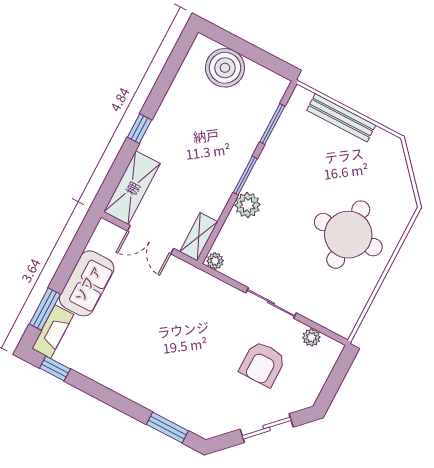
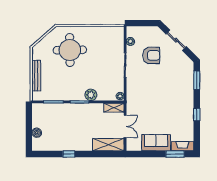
boiler: (225, 68) -> (37, 133), width x0.54, depth x0.54
window: (140, 129) -> (69, 154), moved
round table: (348, 235) -> (70, 50), moved
window: (55, 369) -> (197, 114), moved

